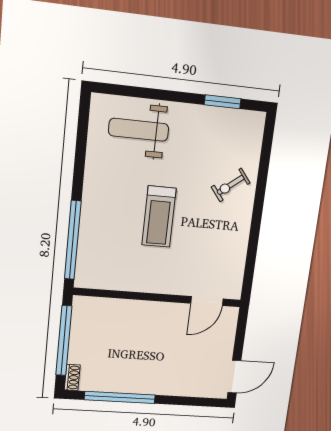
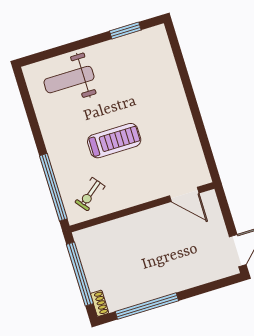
exercise bike: (231, 185) -> (90, 194), moved
treadmill: (159, 217) -> (114, 141), turned -90
door: (207, 301) -> (184, 194), hinge flipped

